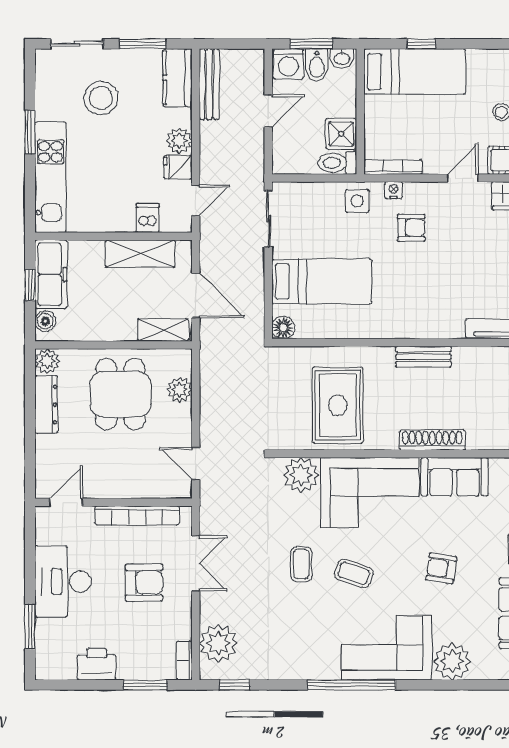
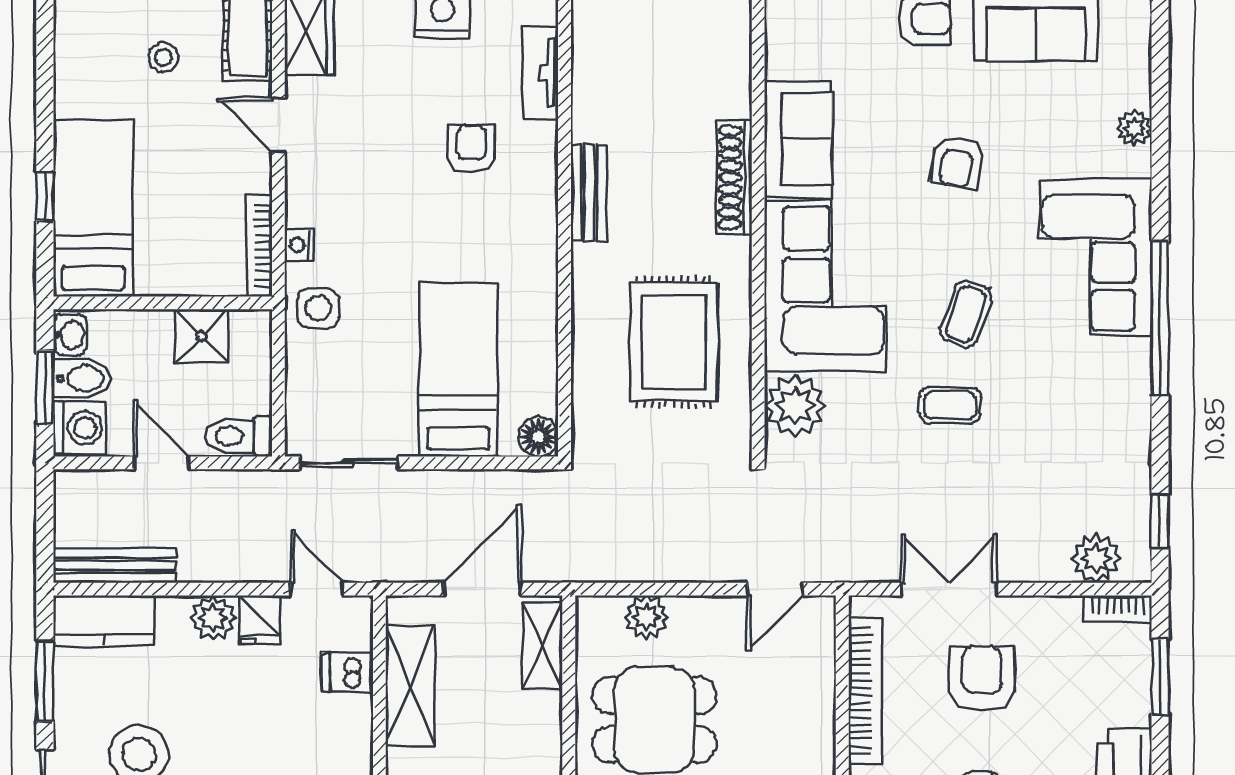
toilet: (337, 163) -> (239, 436), moved, turned 90
armchair: (411, 228) -> (471, 149), moved
rug: (338, 405) -> (674, 342), turned 90
plant: (218, 643) -> (1096, 558), width x0.73, depth x0.73
plant: (452, 661) -> (1134, 128), width x0.53, depth x0.53

